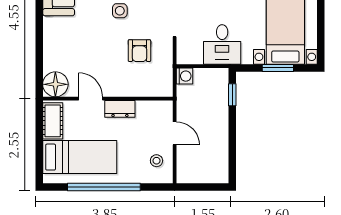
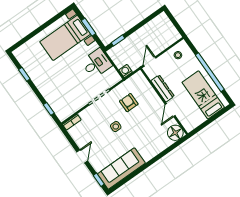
armchair: (139, 51) -> (129, 103), turned -90
dresser: (120, 109) -> (163, 88), width x1.44
cot: (53, 121) -> (195, 121), removed
door: (175, 133) -> (150, 62), moved

